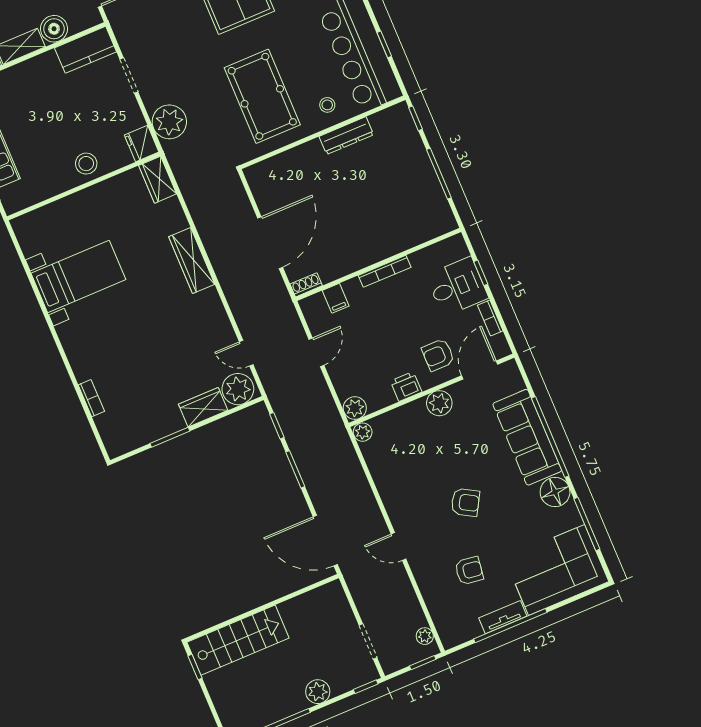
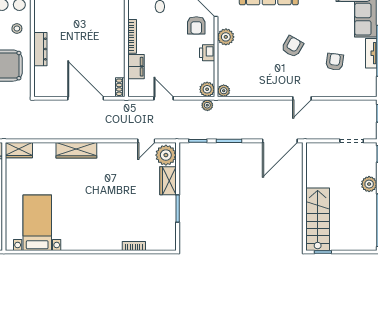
dresser: (346, 136) -> (40, 49), moved
bed with nightstands: (78, 276) -> (37, 223), moved
filing cabinet: (336, 298) -> (136, 67), width x2.00
plant: (425, 636) -> (207, 105), moved

